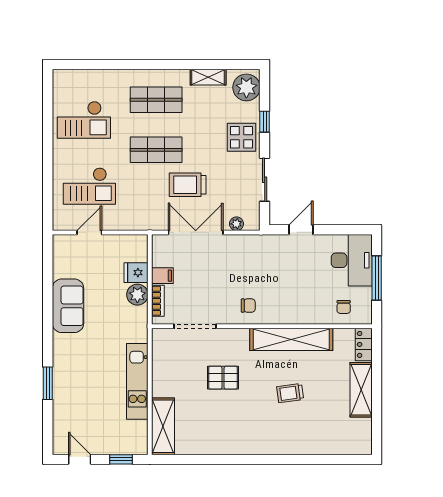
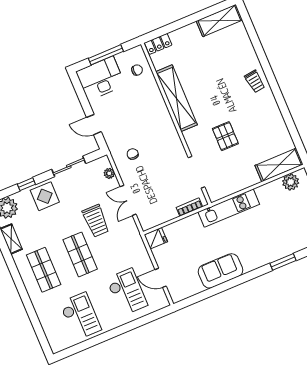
double door: (196, 232) -> (128, 200), width x0.73
fridge: (136, 273) -> (156, 238), moved, turned -90
filing cabinet: (162, 276) -> (170, 211), removed
plant: (137, 295) -> (291, 182), moved
chair: (248, 306) -> (133, 154), moved
kitchen unit: (137, 381) -> (229, 208), moved
shelving: (361, 390) -> (219, 20), moved
trolley: (290, 393) -> (255, 81), moved

